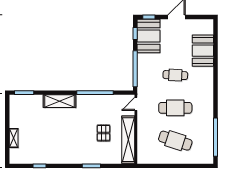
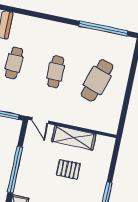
cafe table: (175, 108) -> (56, 72), width x0.73, depth x0.74
shelving: (128, 140) -> (74, 138), width x0.68

